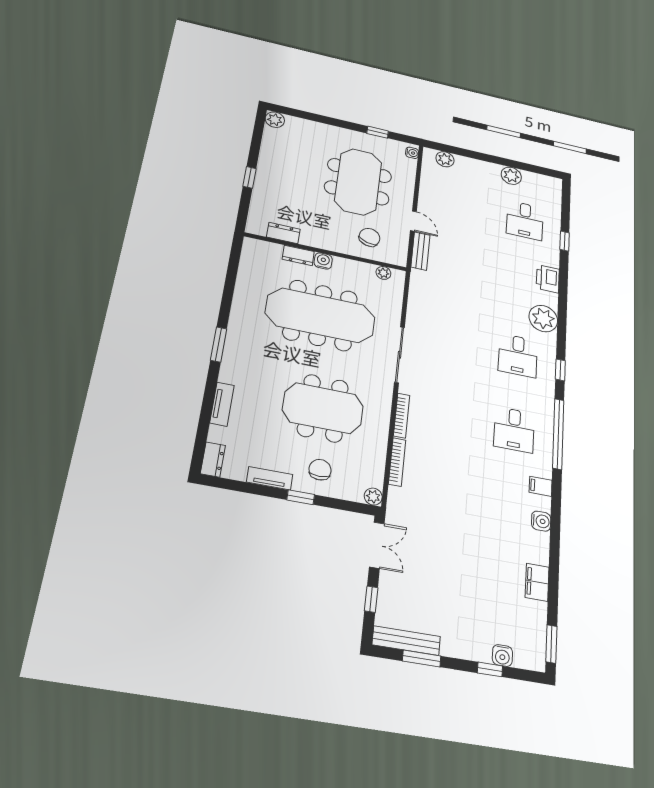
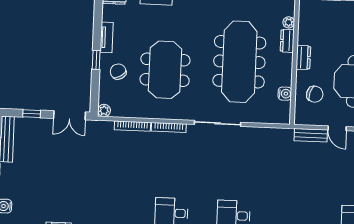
door: (413, 221) -> (337, 128), hinge flipped
dresser: (283, 233) -> (303, 58), moved
water cooler: (323, 261) -> (285, 94), moved
plant: (383, 273) -> (289, 22), moved
chair: (320, 470) -> (118, 72), turned -121

